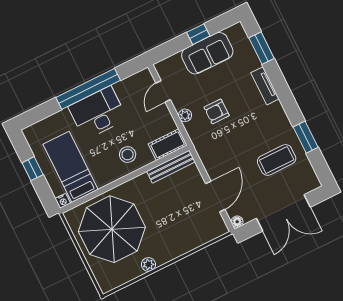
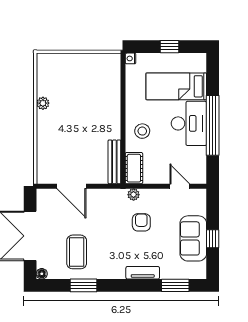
plant: (185, 115) -> (134, 195), moved
bed: (70, 167) -> (176, 86), moved, turned 180
floor lamp: (237, 222) -> (42, 274), moved
parasol: (112, 229) -> (87, 87), removed

